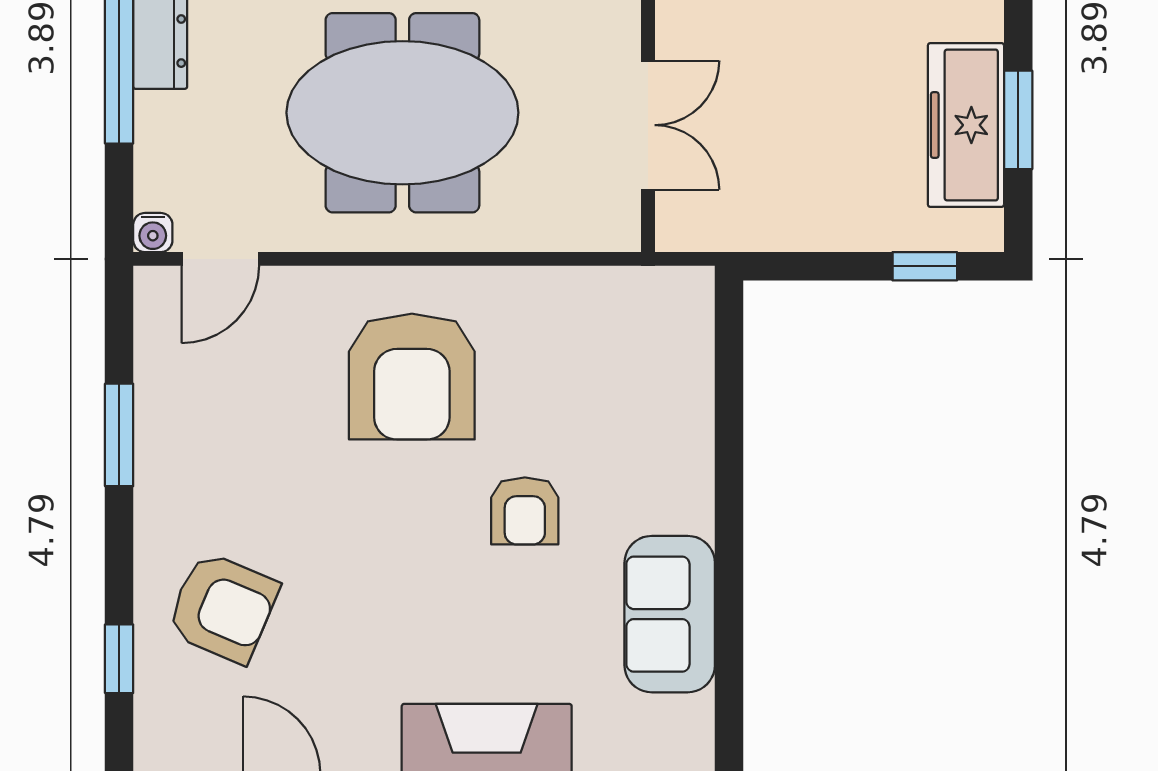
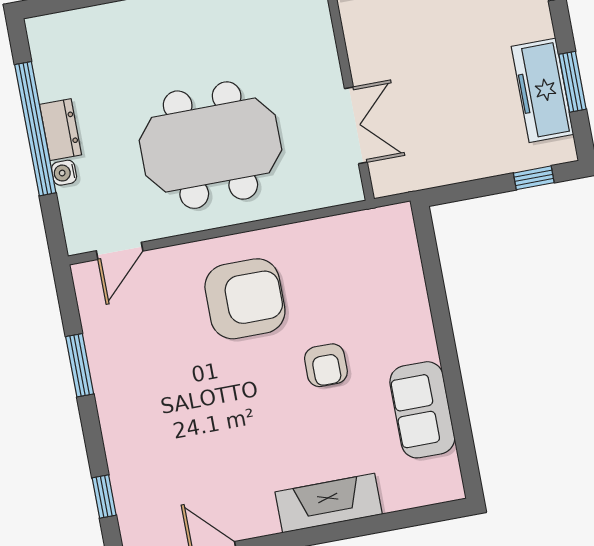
water cooler: (153, 233) -> (64, 173), moved, turned 90
armchair: (412, 377) -> (245, 299), turned -90
armchair: (223, 607) -> (159, 455), removed

